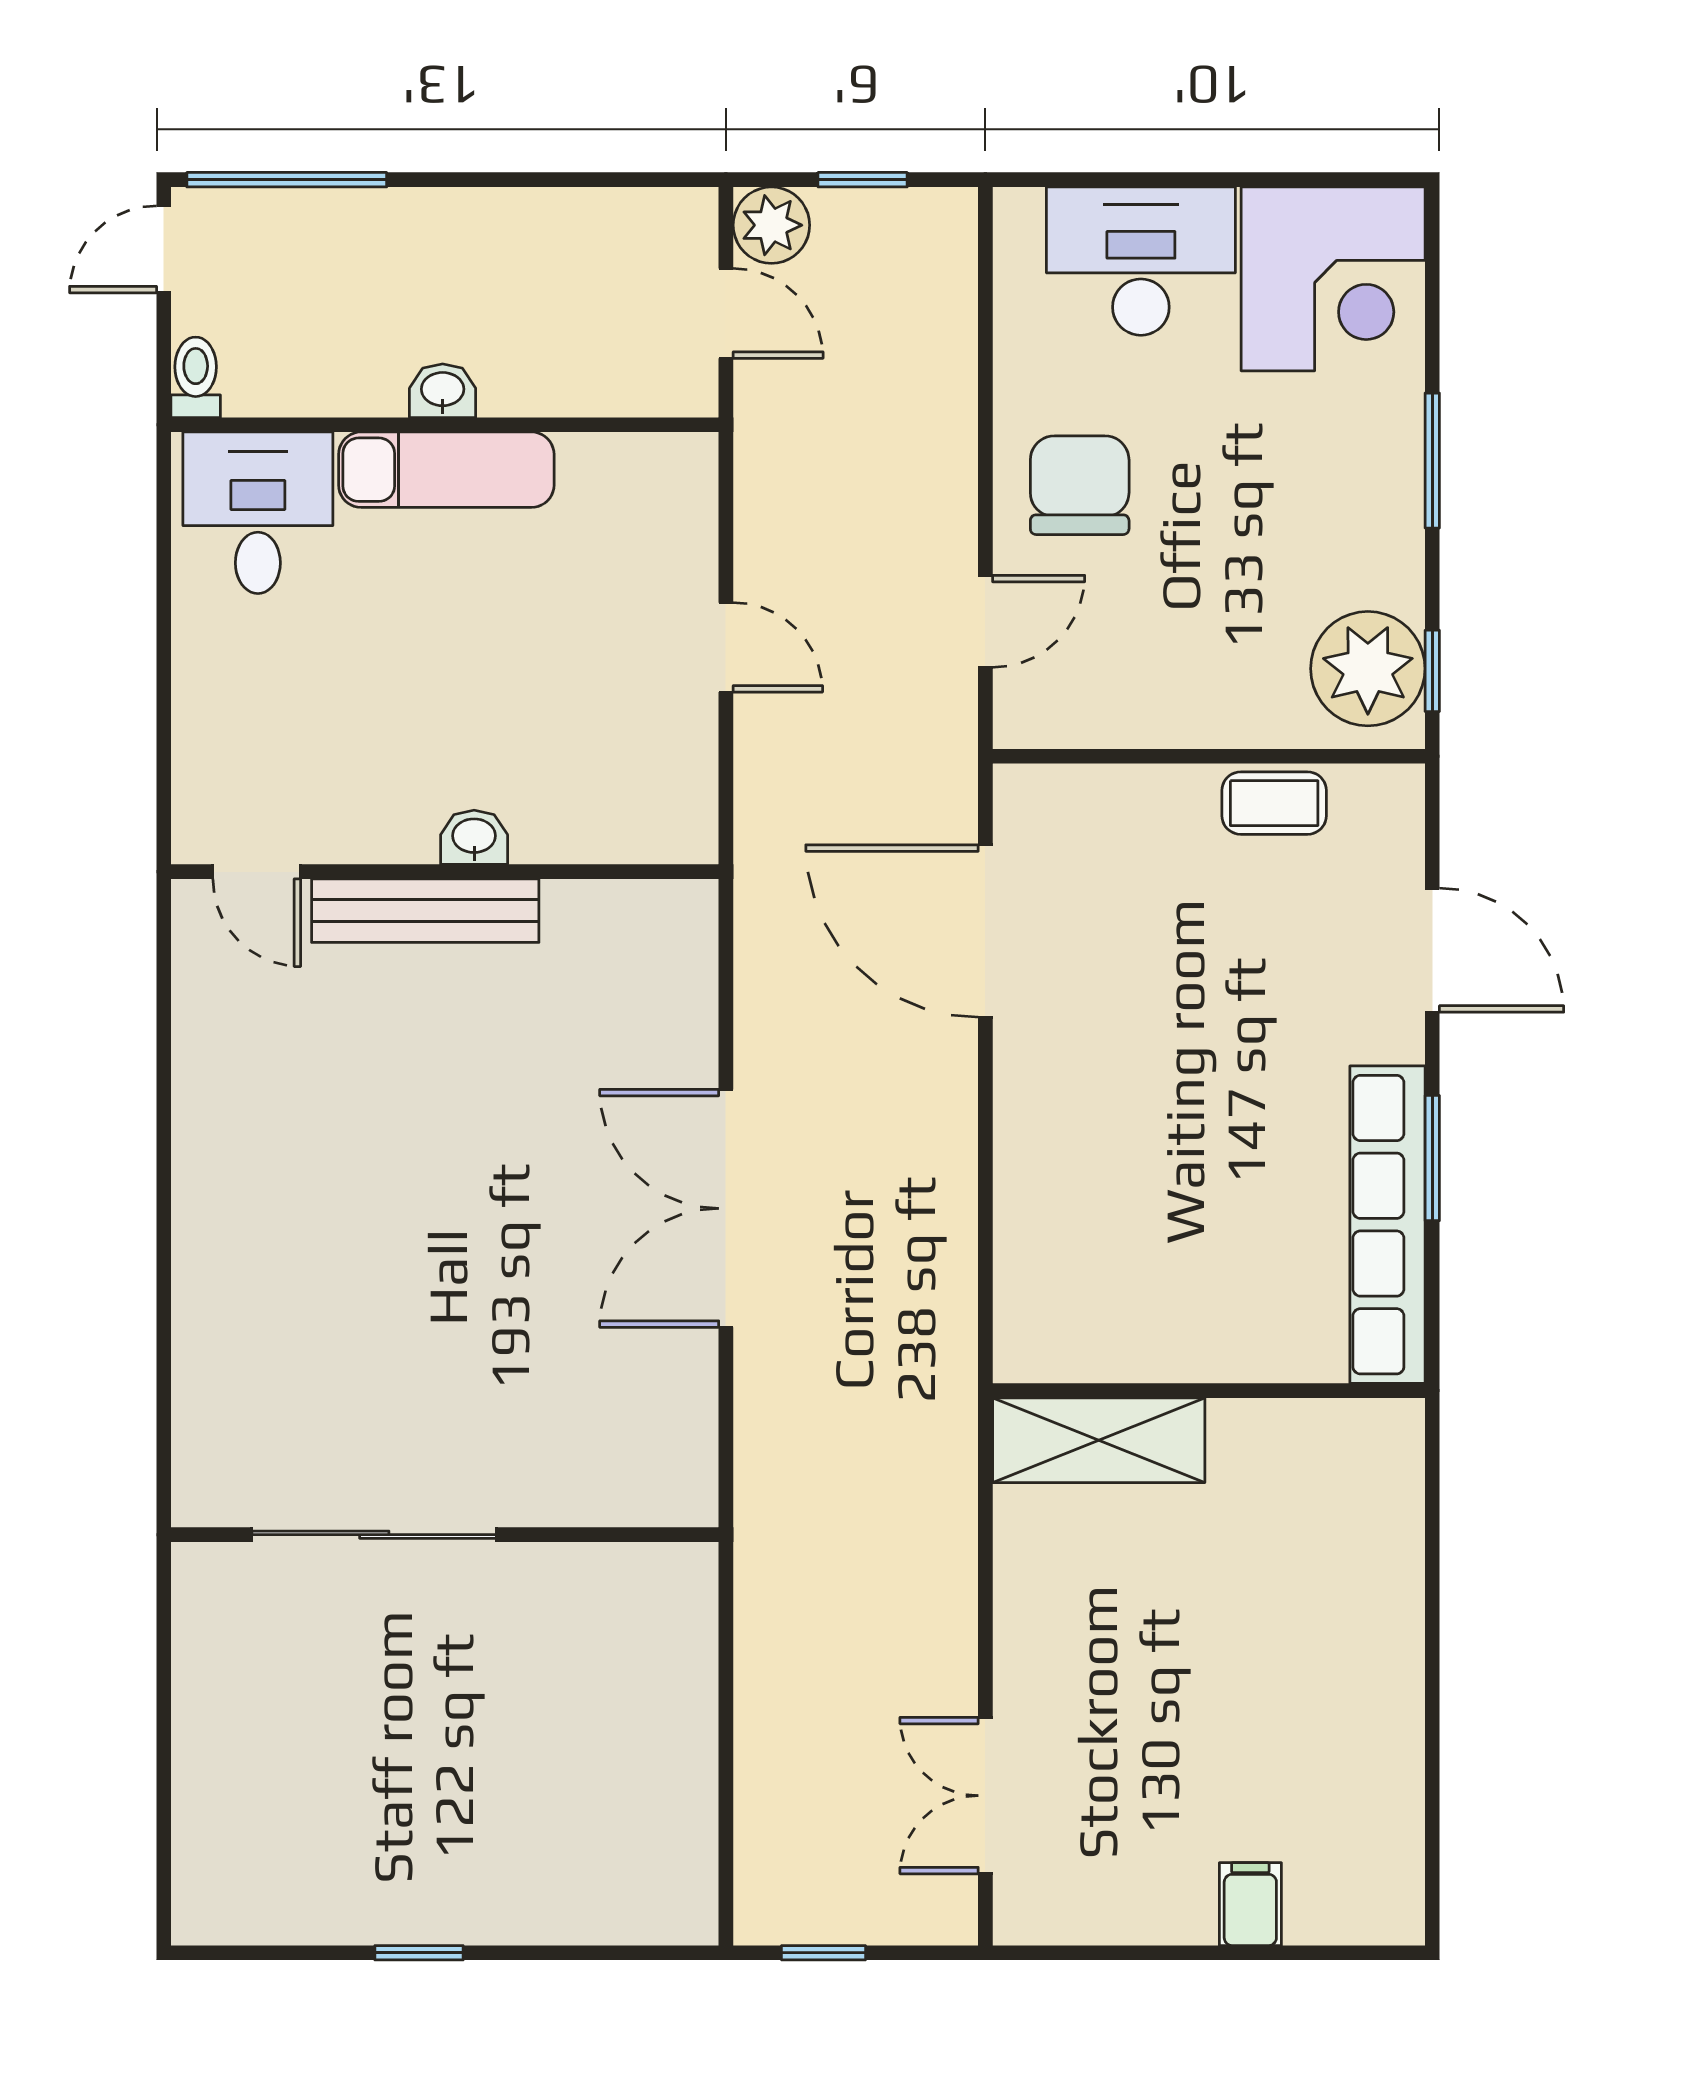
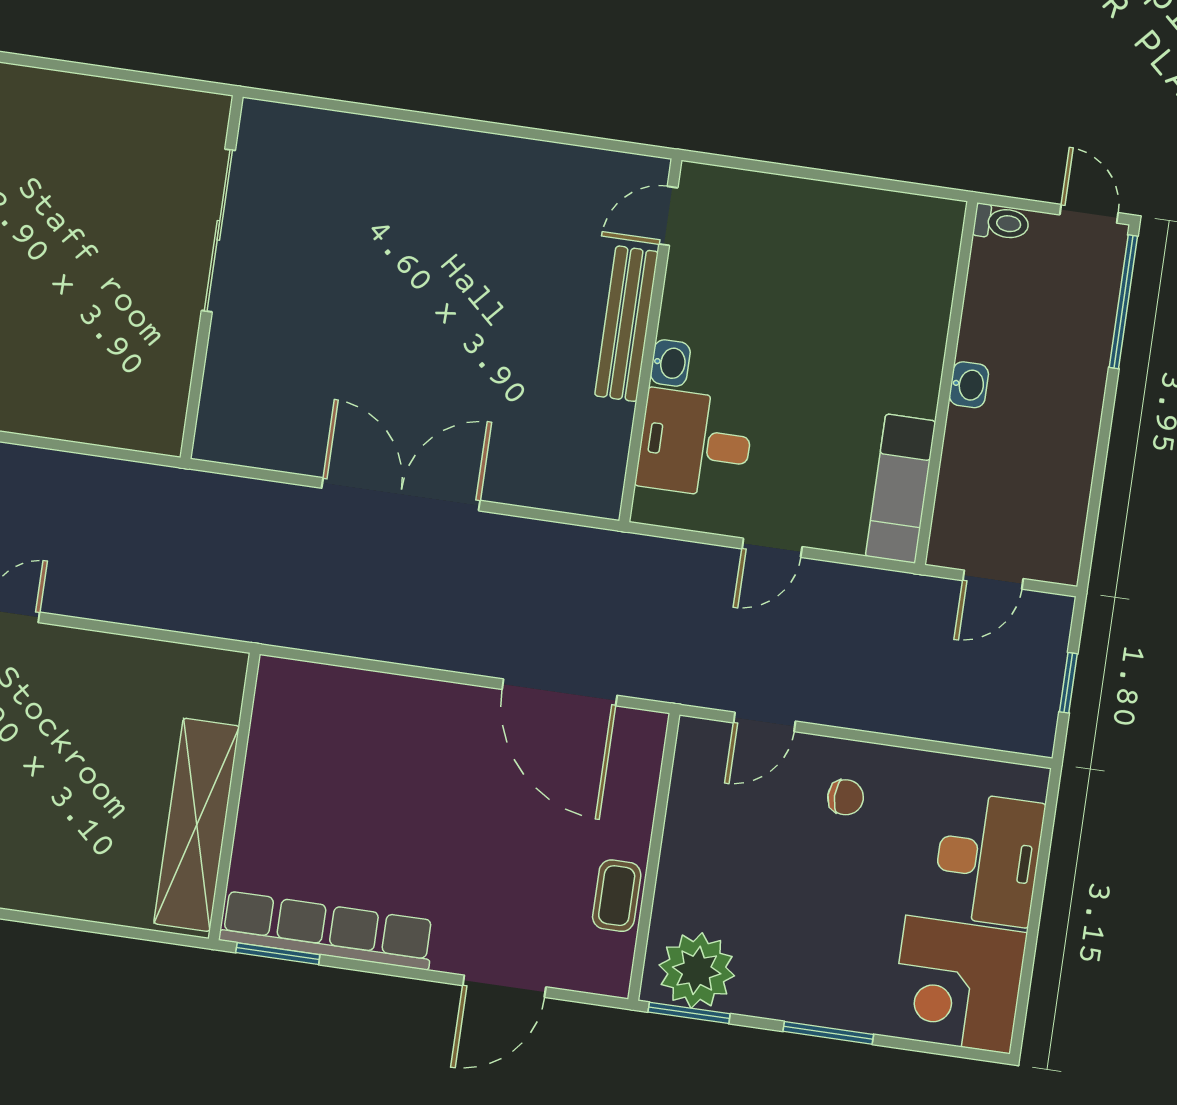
plant: (771, 225) -> (1047, 618), removed
exam couch: (446, 470) -> (901, 489), moved
chair: (1080, 485) -> (846, 797), width x0.54, depth x0.54
desk: (258, 513) -> (695, 444), moved, turned 180
door: (985, 621) -> (764, 722), hinge flipped
window: (1432, 671) -> (689, 1013), width x1.50
door: (985, 931) -> (560, 692), swing flipped
window: (1432, 1158) -> (278, 954), moved
shelving: (1099, 1440) -> (197, 825), moved, width x1.47

